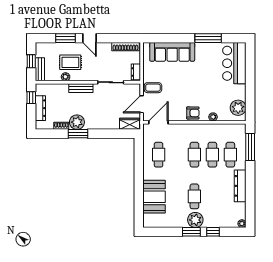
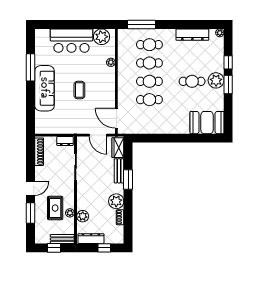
sofa: (172, 52) -> (45, 88), moved
bar counter: (234, 63) -> (71, 41), moved
bench: (81, 88) -> (119, 171), moved
coffee table: (153, 88) -> (79, 90), moved
plant: (62, 89) -> (83, 216), added
window: (31, 98) -> (104, 248), moved
dresser: (40, 108) -> (91, 239), moved
armchair: (193, 113) -> (107, 83), removed
window: (78, 134) -> (128, 180), moved
cafe table: (159, 155) -> (149, 100), moved
dresser: (240, 186) -> (192, 35), moved
booth: (154, 197) -> (207, 123), moved

